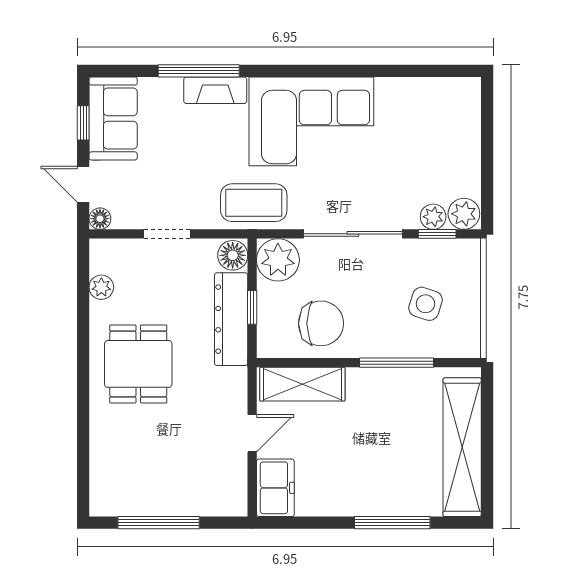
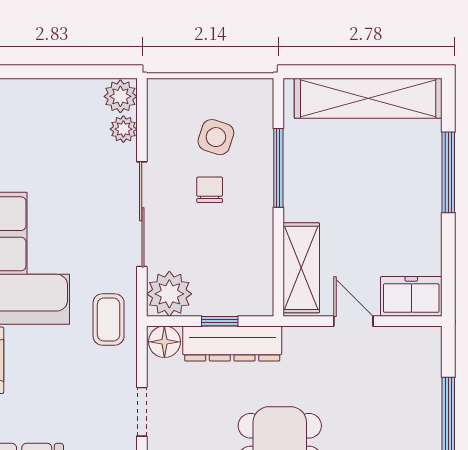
coffee table: (254, 203) -> (109, 319), width x0.73, depth x0.77
window: (437, 234) -> (142, 125), removed
chair: (321, 323) -> (210, 190), moved, width x0.54, depth x0.54

